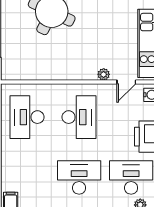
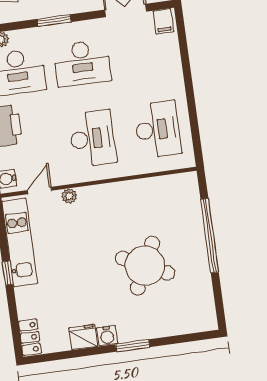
desk: (79, 117) -> (93, 138), turned 180

